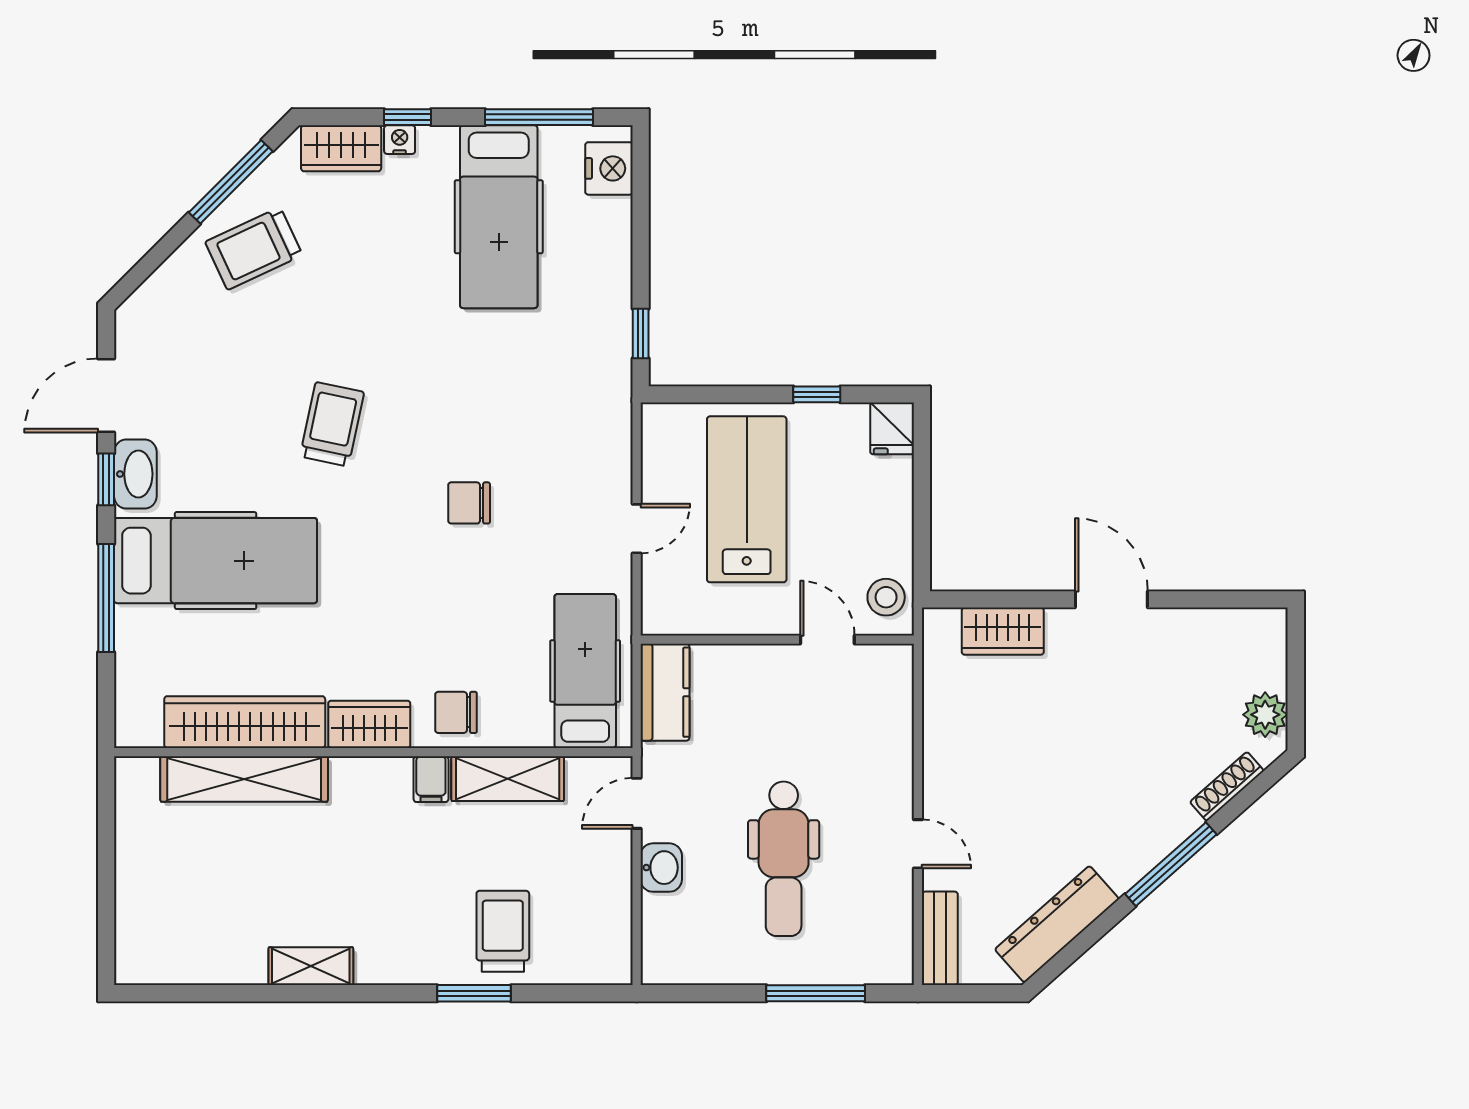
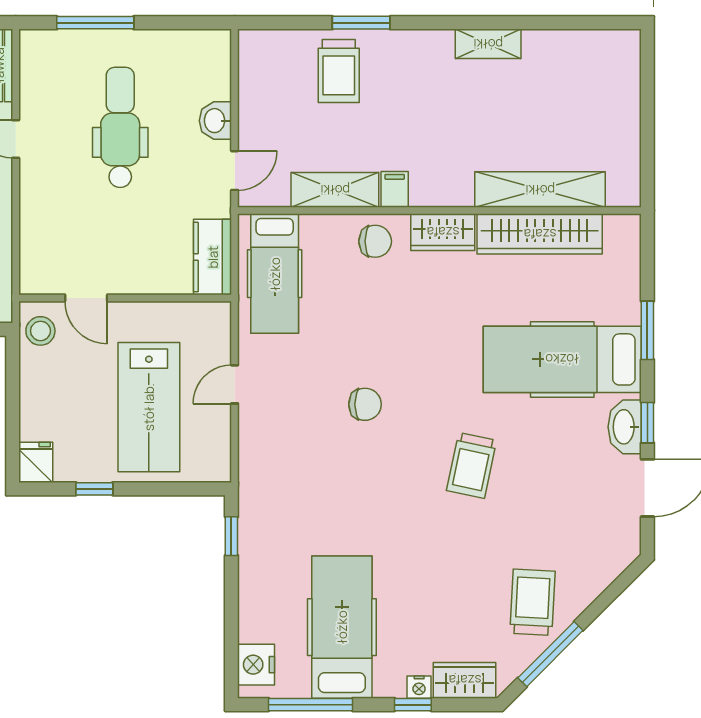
trolley: (254, 249) -> (533, 602), turned -62
window: (106, 598) -> (647, 330), width x0.69

